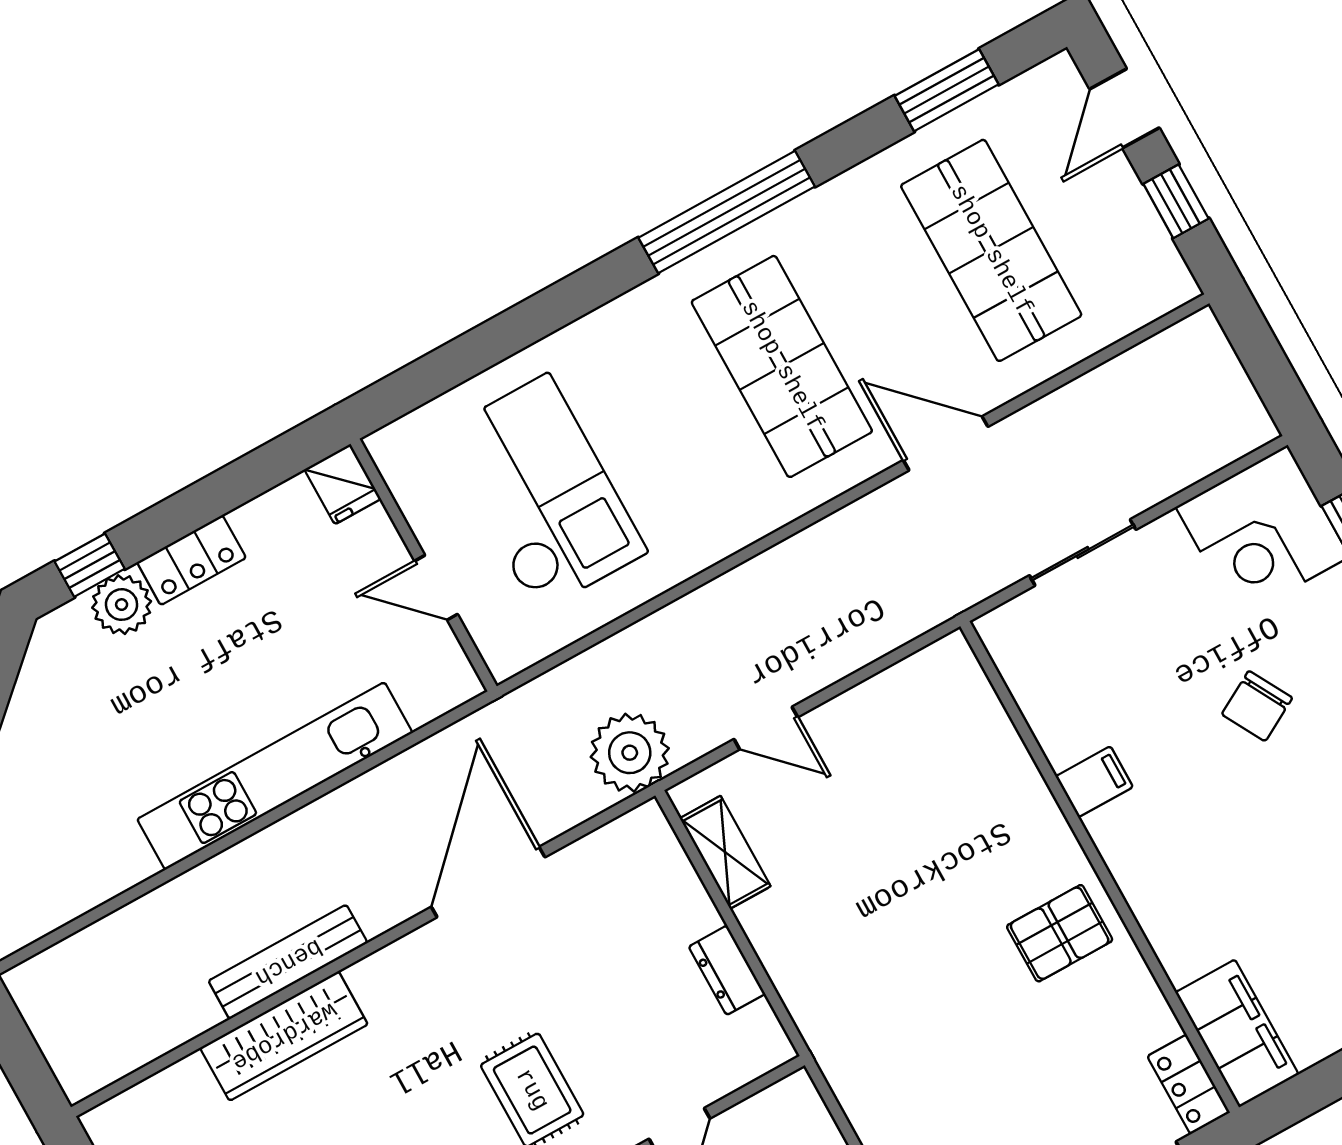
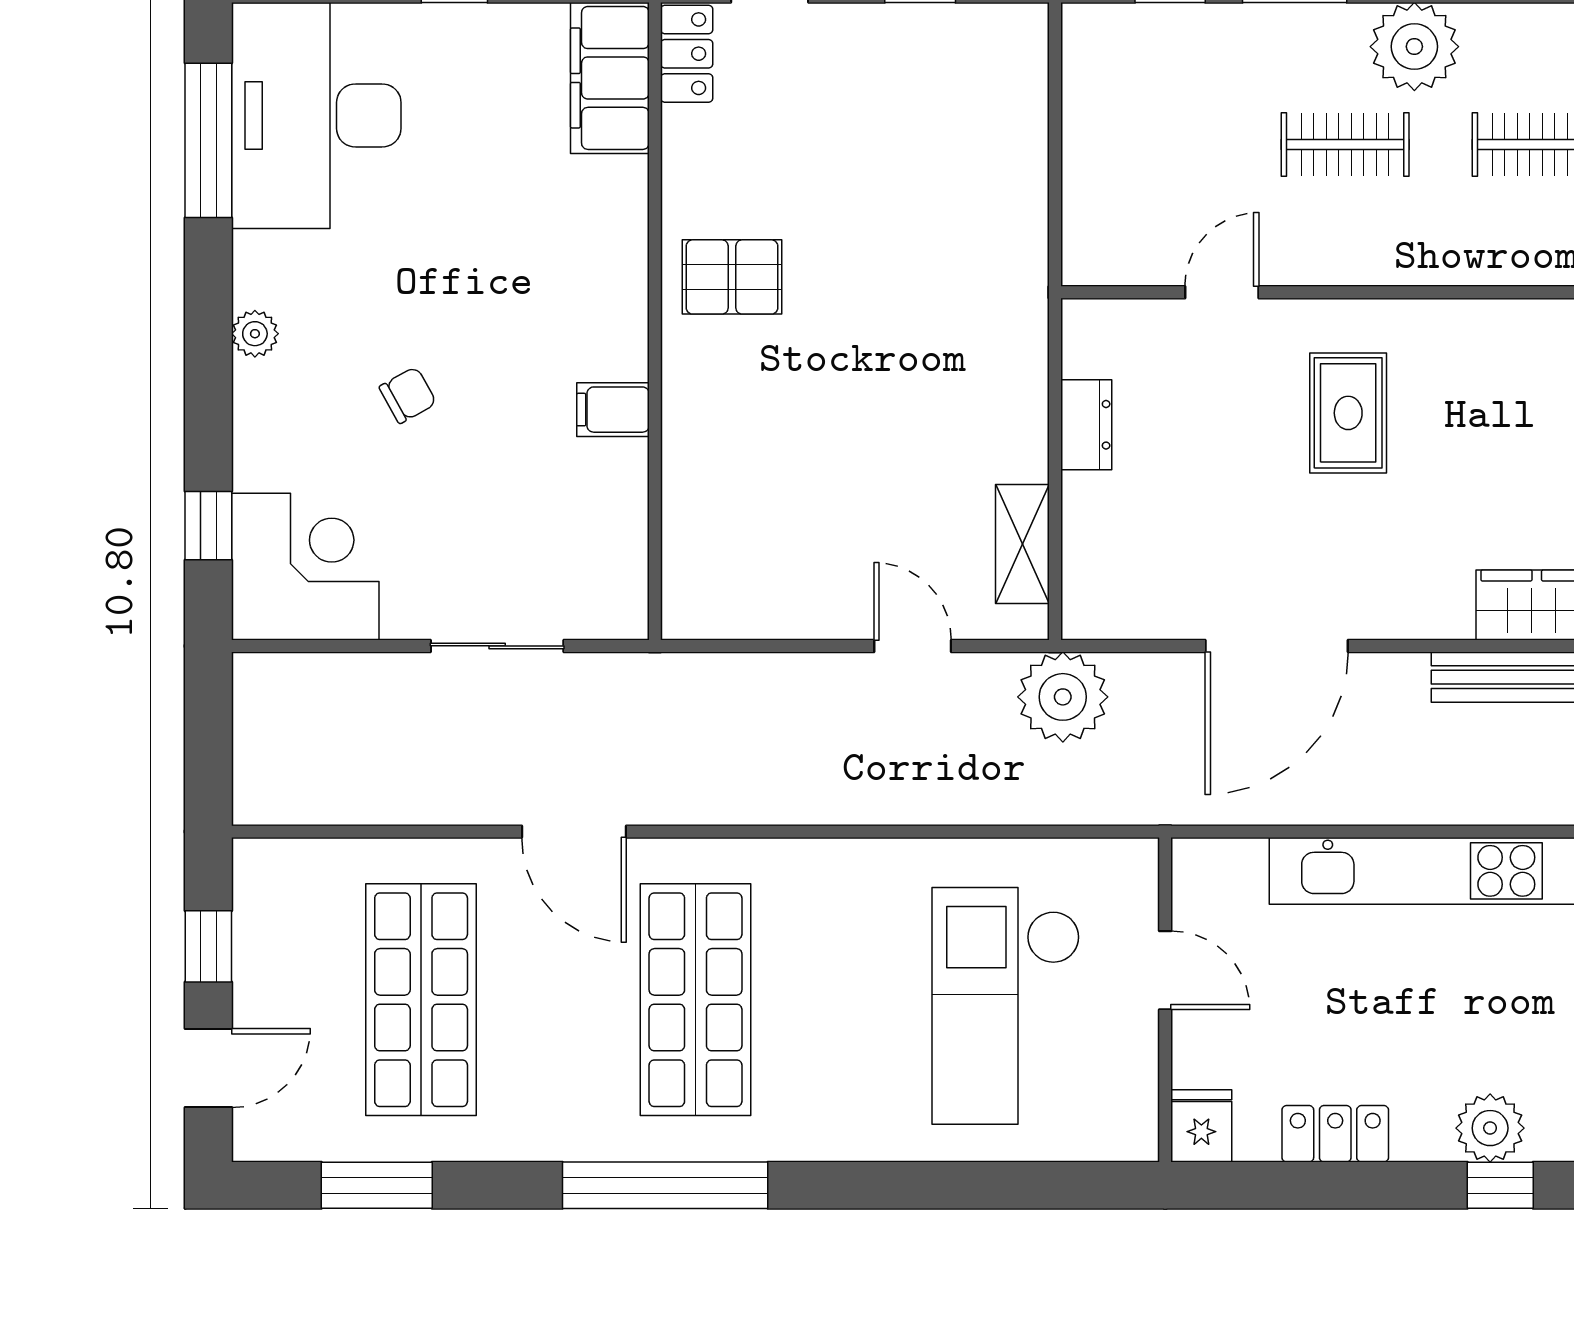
locker: (191, 560) -> (1335, 1134), moved
chair: (1257, 706) -> (408, 395), width x0.73, depth x0.73

